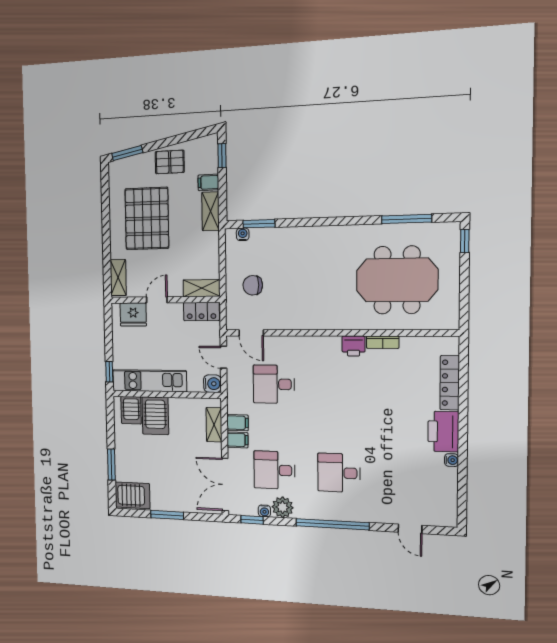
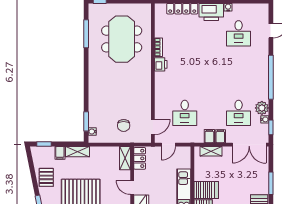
water cooler: (212, 384) -> (185, 152), removed
desk: (339, 473) -> (239, 33), moved

